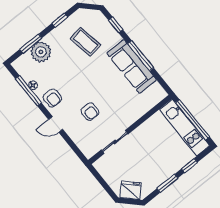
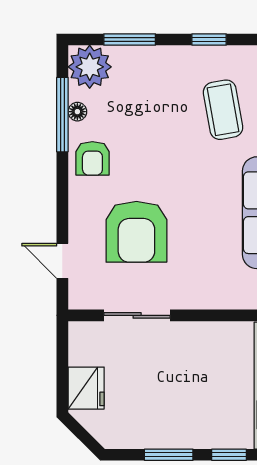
plant: (41, 52) -> (90, 67), moved
armchair: (90, 112) -> (136, 232), width x1.88, depth x1.88
door: (56, 124) -> (62, 261), moved
fridge: (130, 190) -> (86, 388), moved, turned 45

